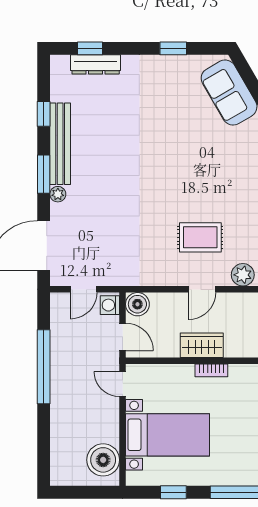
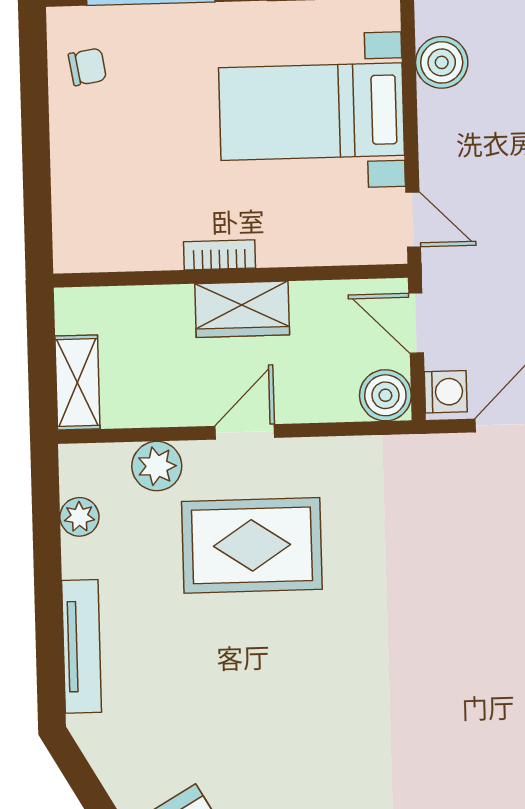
rug: (200, 237) -> (252, 545), width x1.36, depth x1.43
boiler: (103, 460) -> (442, 62), width x0.73, depth x0.73

